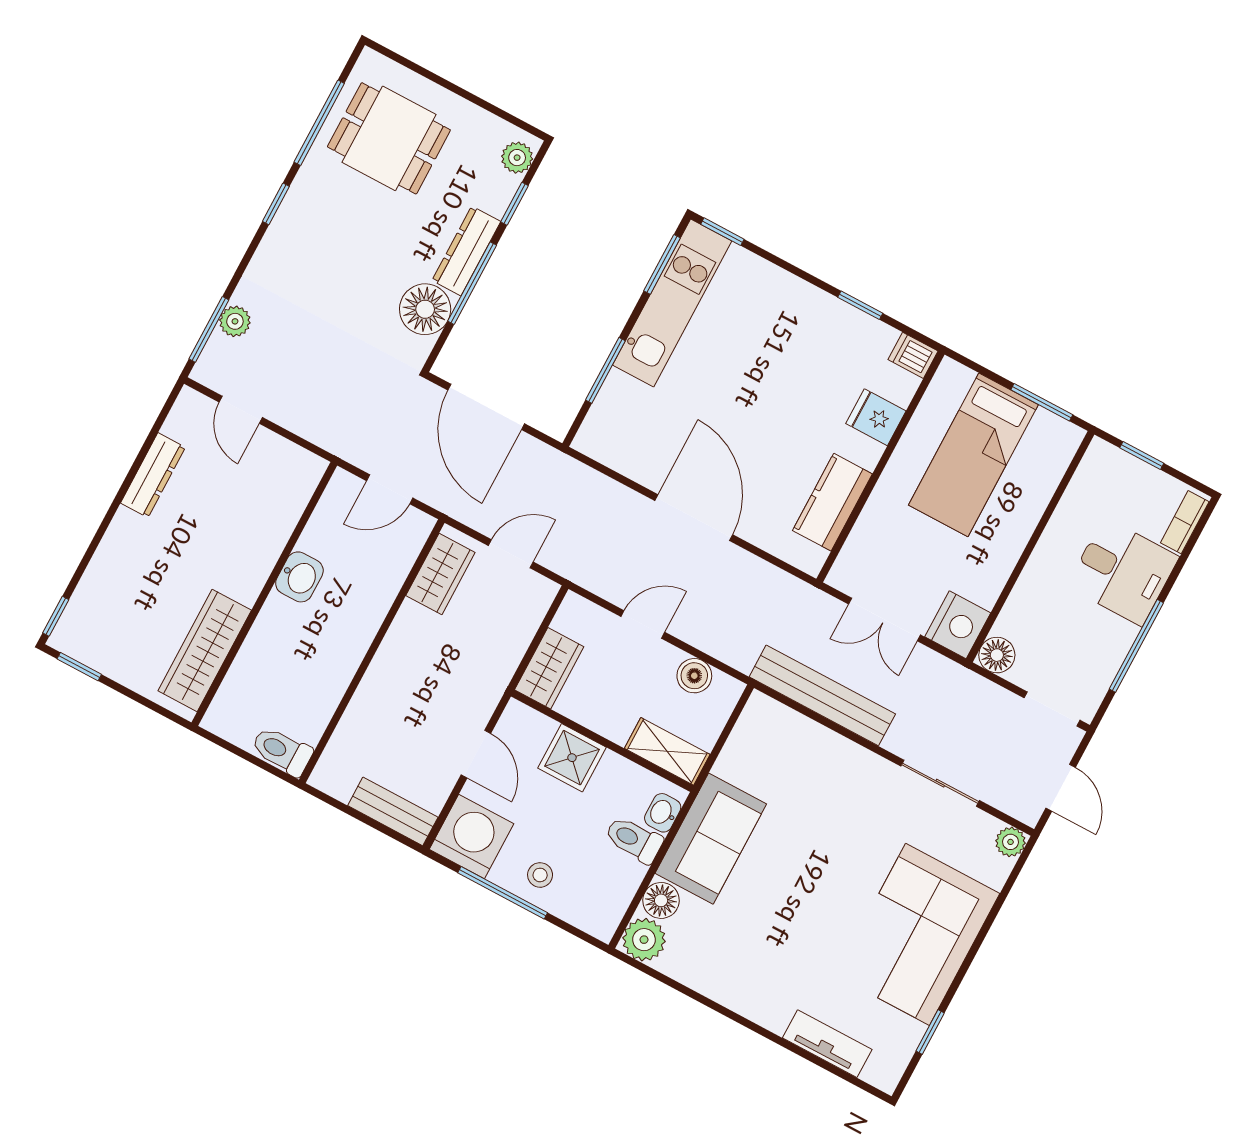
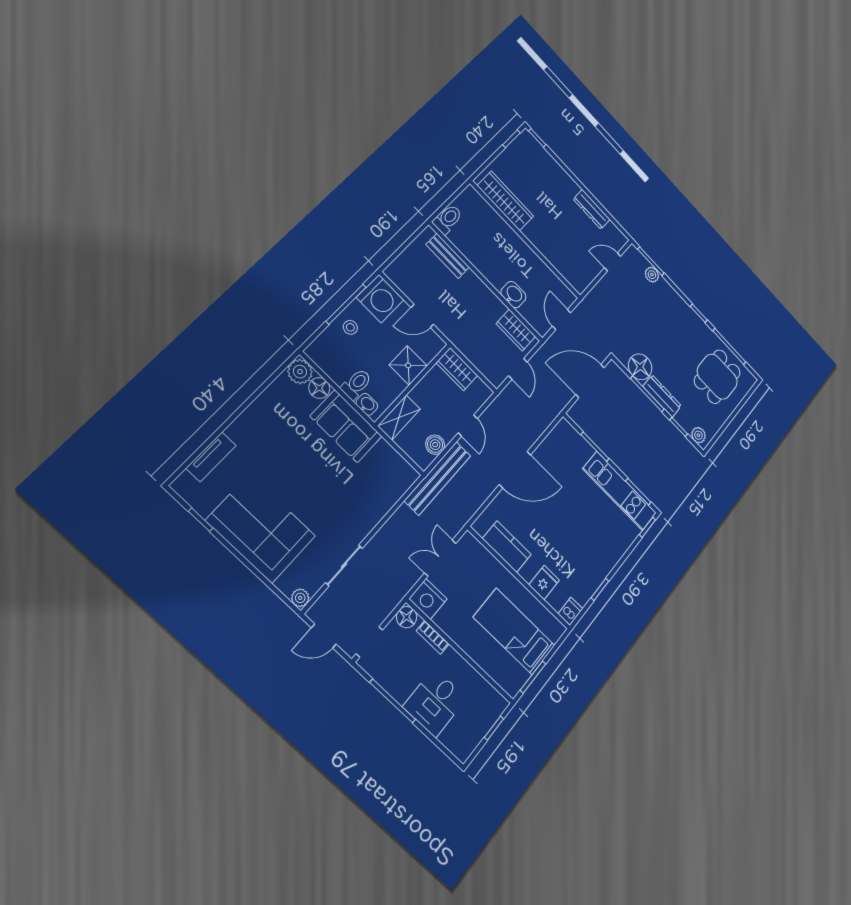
bookcase: (1185, 522) -> (433, 637), moved, turned 180
washbasin: (299, 577) -> (513, 295), moved, turned 180
bench: (822, 695) -> (438, 478), moved
bench: (393, 811) -> (448, 256), moved, turned 90

